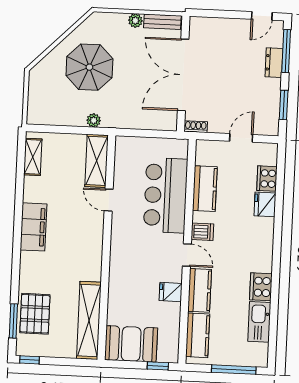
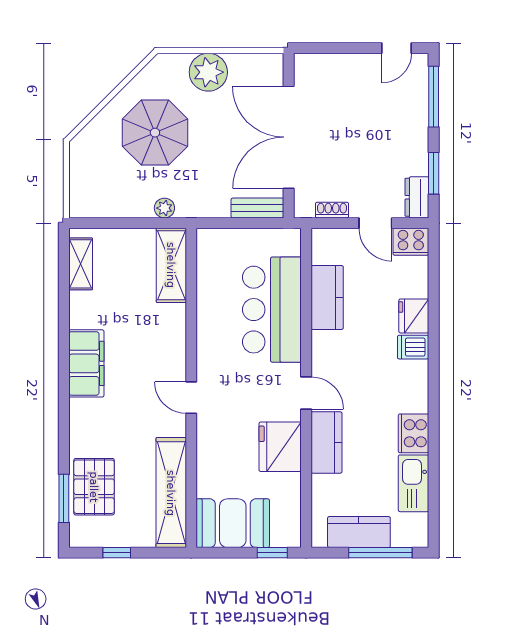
plant: (135, 21) -> (208, 72), width x1.88, depth x1.88
bench: (162, 22) -> (257, 208), moved
dresser: (274, 63) -> (417, 197), moved
shoe rack: (196, 127) -> (332, 210), moved
door: (241, 138) -> (375, 223), swing flipped
cooker: (267, 179) -> (411, 242), moved, turned -90
door: (109, 200) -> (191, 398), moved
dishwasher: (202, 232) -> (413, 347), moved, turned 180
fridge: (171, 292) -> (280, 447), width x1.88, depth x1.34
kitchen counter: (198, 335) -> (359, 532), moved, turned -90
window: (29, 360) -> (117, 553), moved

